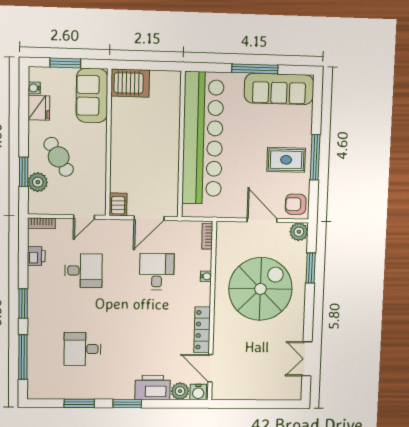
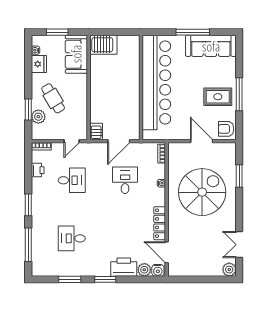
plant: (299, 232) -> (229, 270), moved

